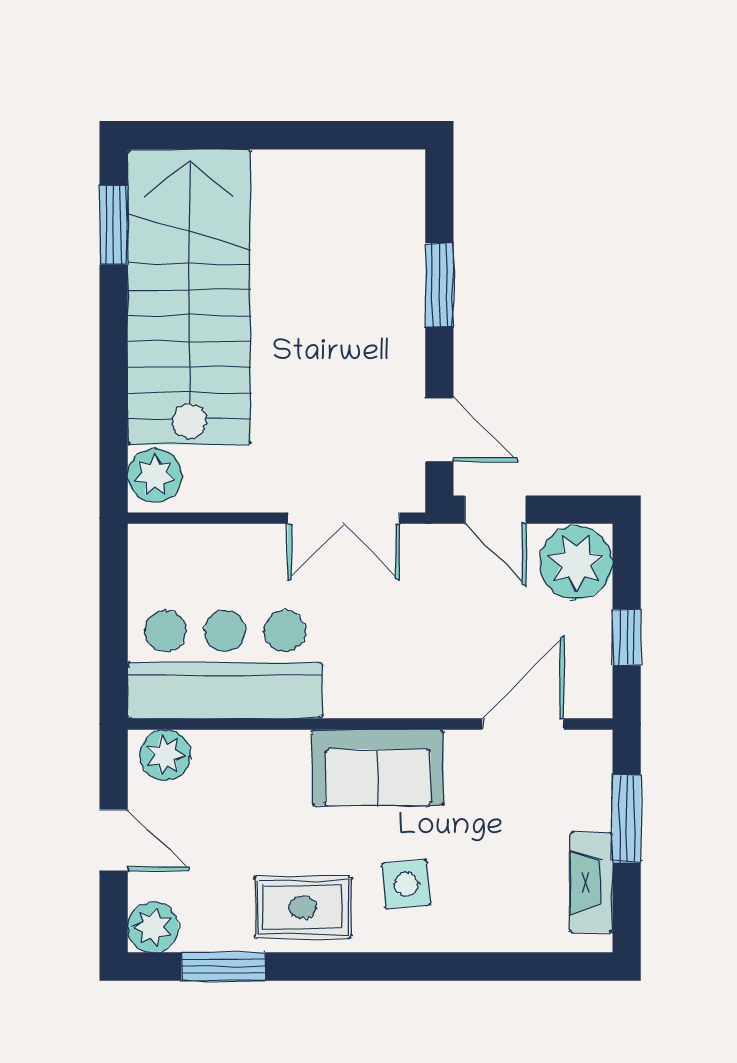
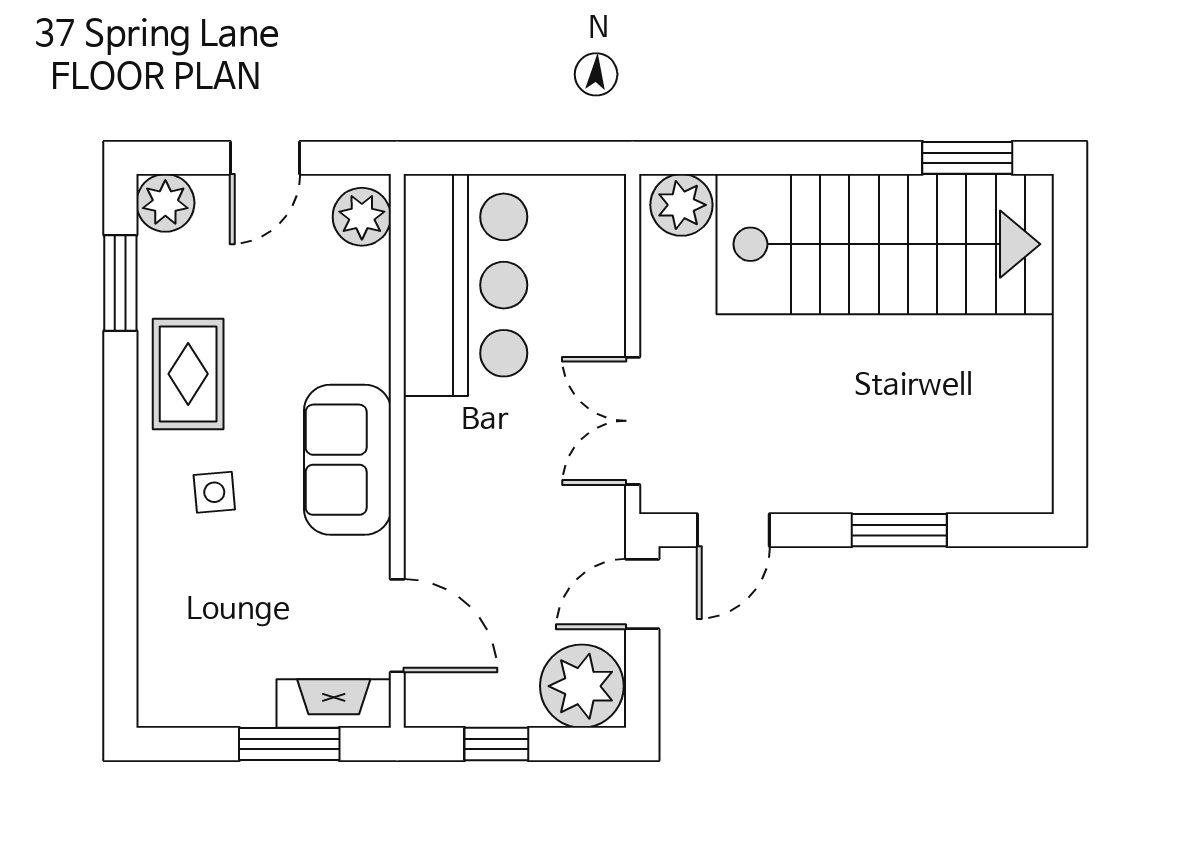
fireplace: (591, 883) -> (334, 704), moved
side table: (406, 884) -> (214, 492), width x0.73, depth x0.73

